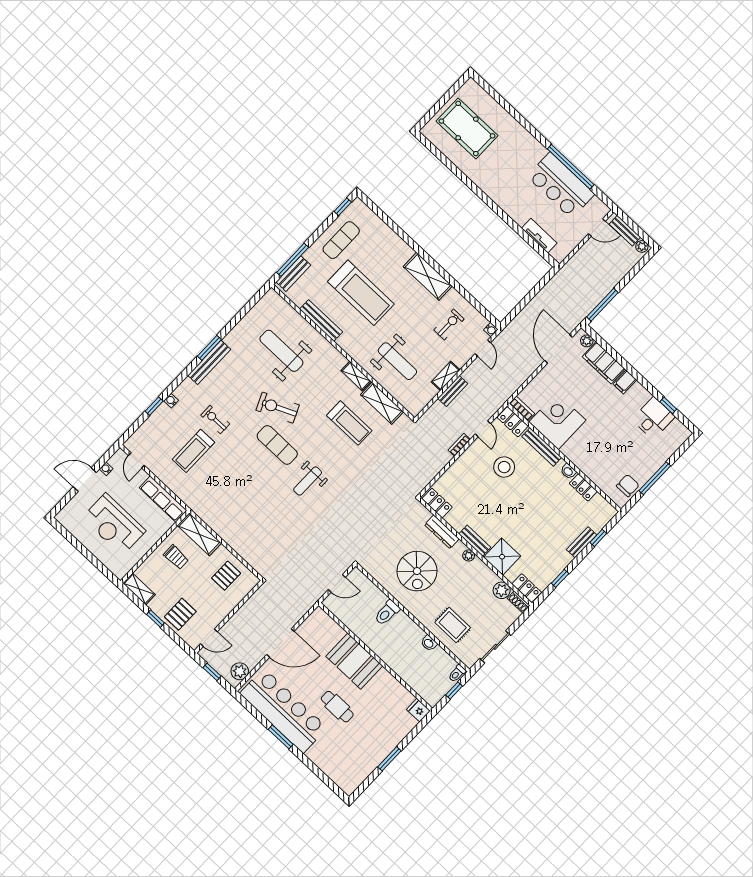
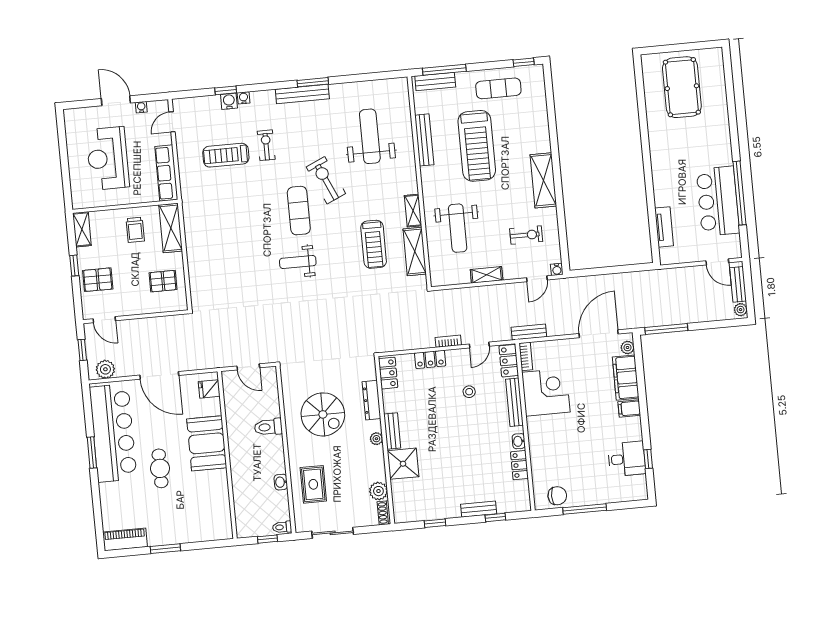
bench: (453, 391) -> (529, 332), moved
water cooler: (163, 412) -> (229, 101), added
stool: (504, 467) -> (469, 392), width x0.53, depth x0.53
spiral stairs: (417, 571) -> (323, 414), turned -90
locker: (527, 588) -> (430, 359), moved, turned 90
fridge: (418, 710) -> (209, 389), moved, turned -90
piano: (356, 777) -> (125, 539), added

